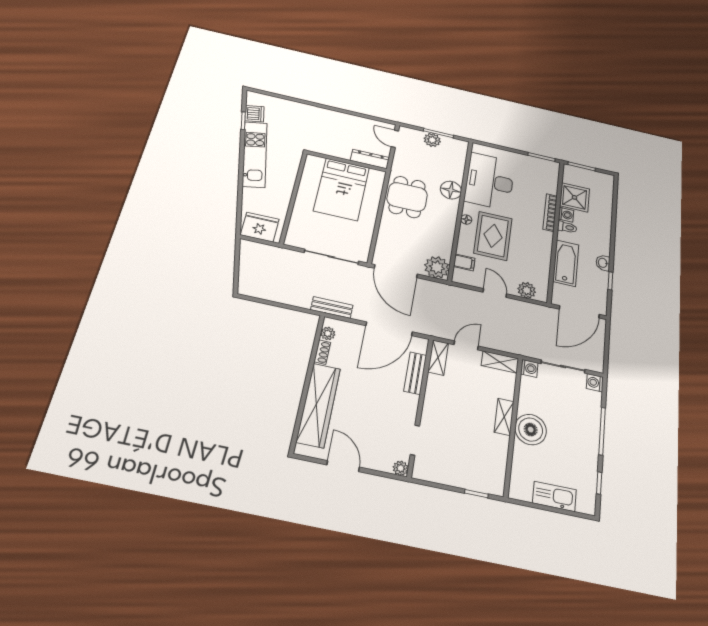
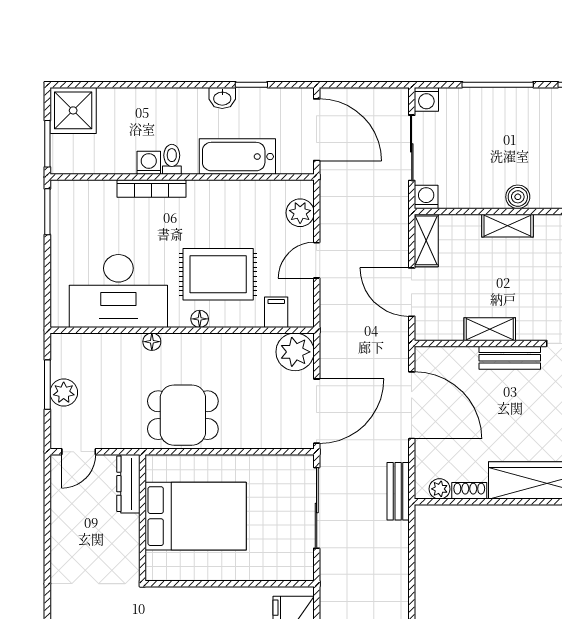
floor lamp: (451, 190) -> (152, 342), width x0.53, depth x0.53
shower: (575, 197) -> (73, 110), moved
door: (466, 345) -> (412, 292), width x1.38
shelving: (438, 358) -> (490, 329), moved
bench: (415, 373) -> (510, 358), moved
boiler: (531, 430) -> (518, 197), width x0.54, depth x0.54

